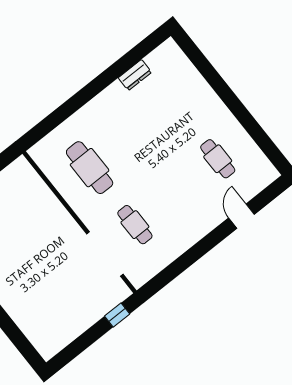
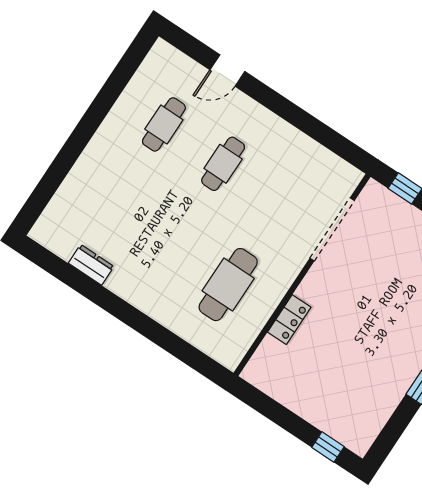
locker: (51, 203) -> (289, 320), added
cafe table: (135, 225) -> (223, 164), moved

